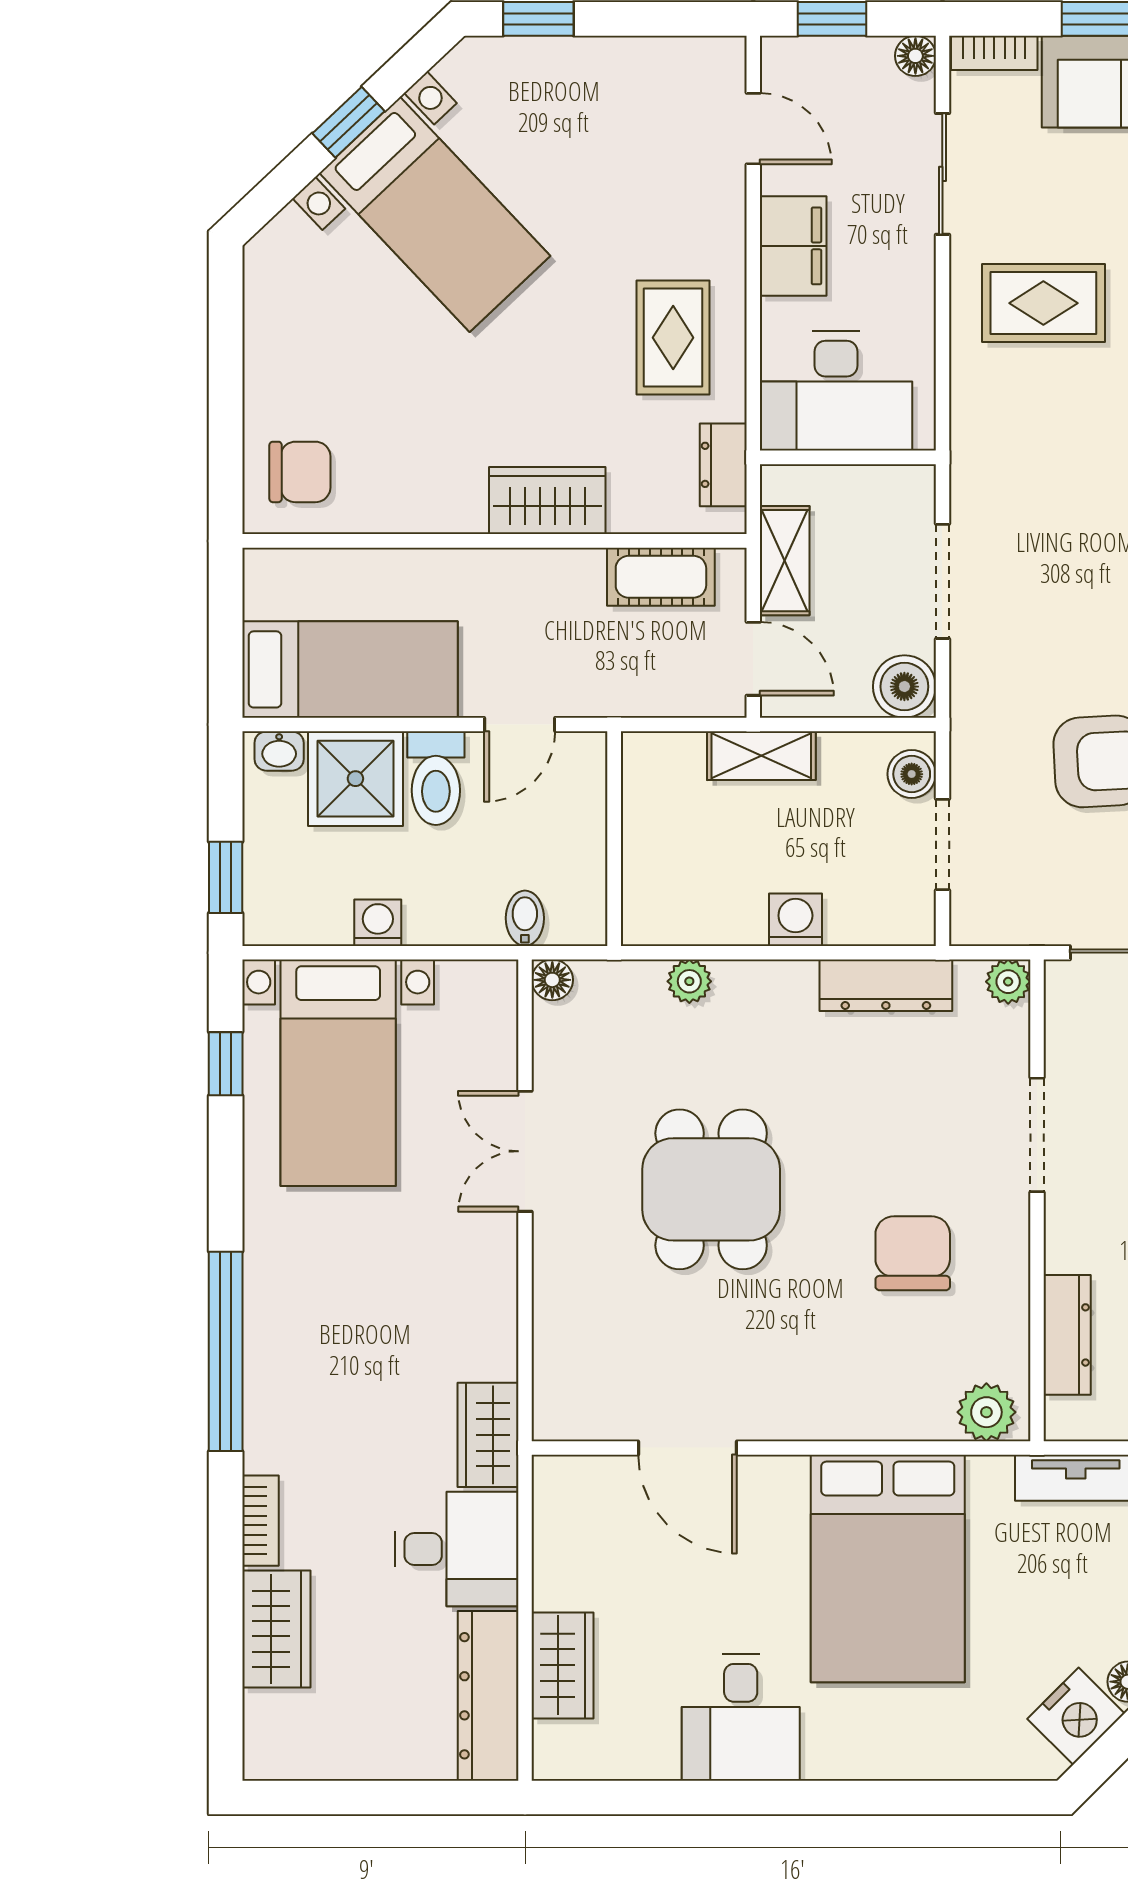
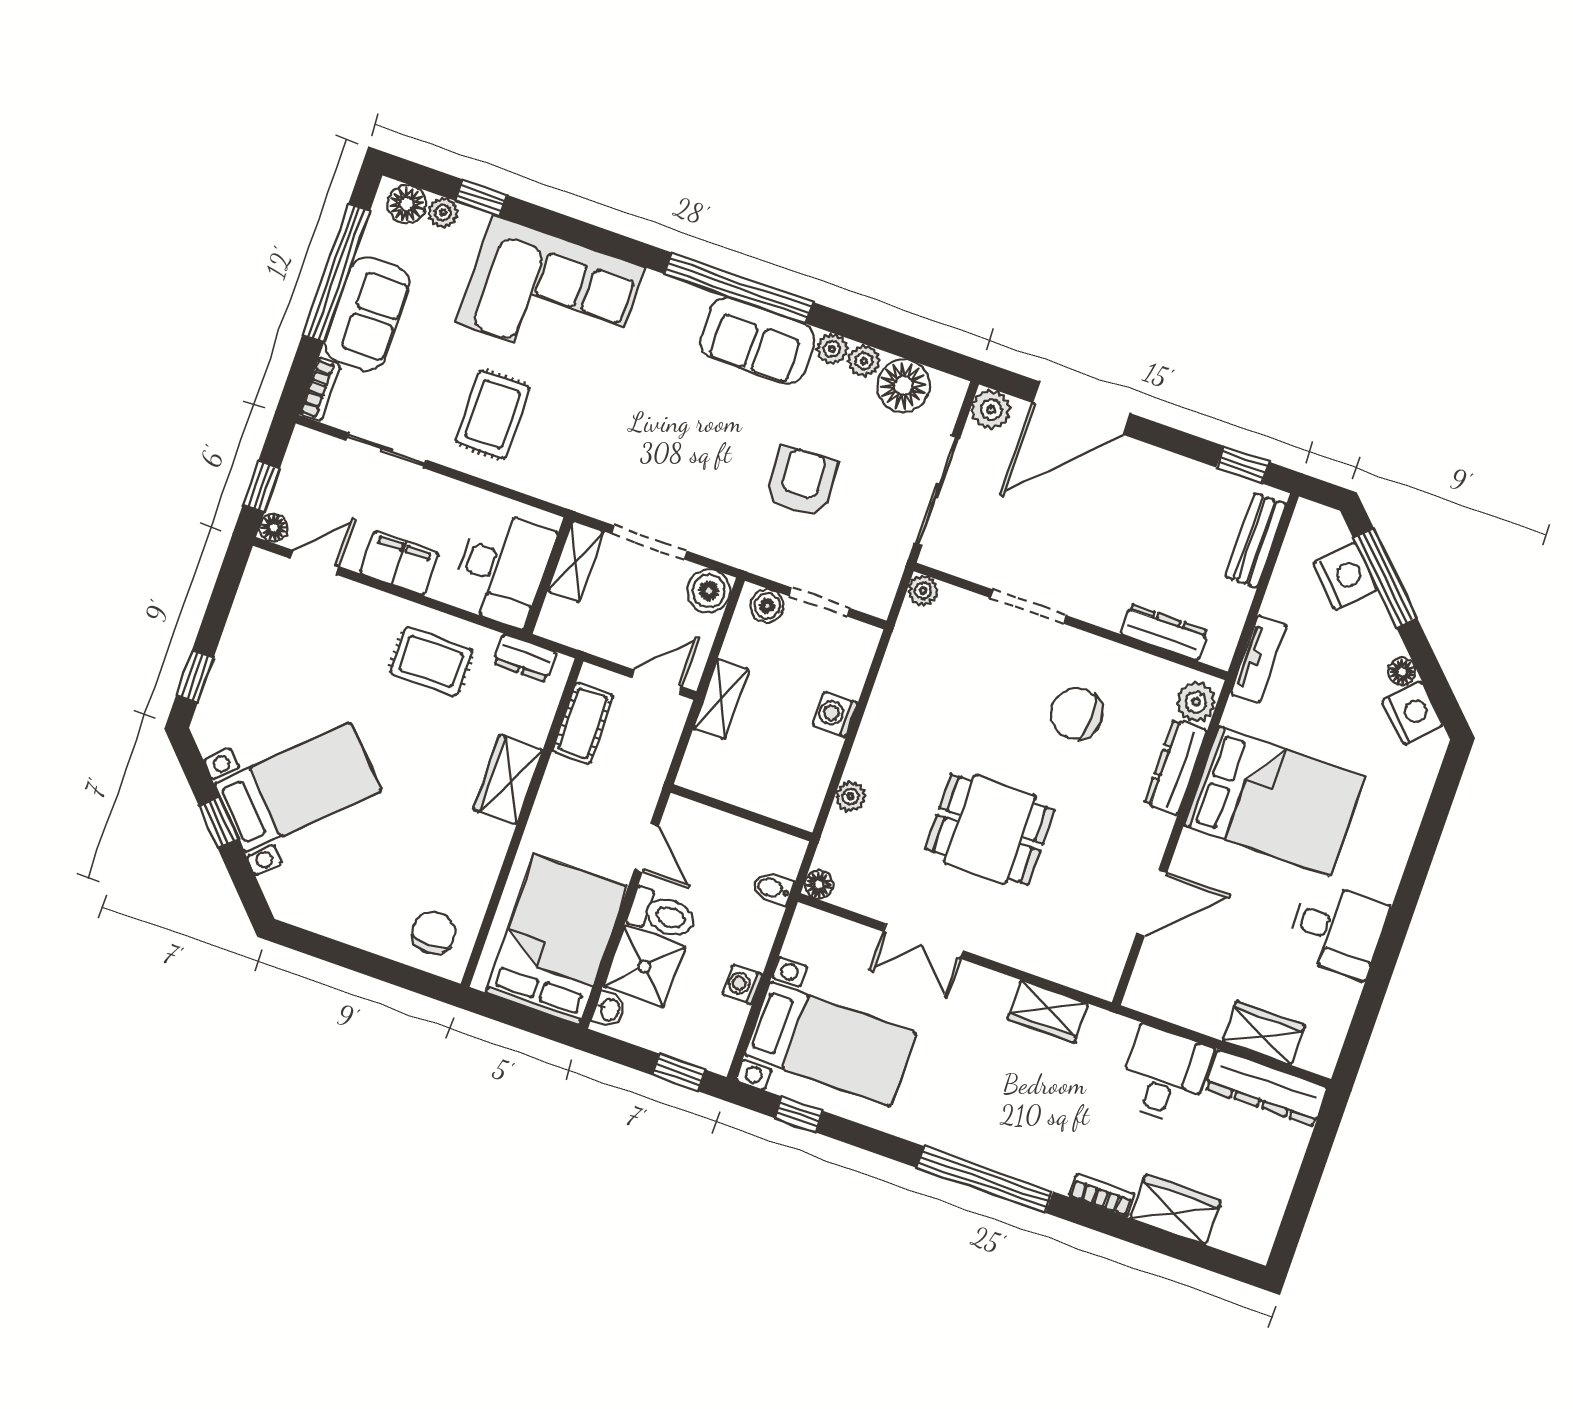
floor lamp: (915, 56) -> (274, 528), moved
shelving: (785, 561) -> (576, 561), moved, turned 90
bed: (350, 669) -> (557, 940), width x1.50
dresser: (886, 985) -> (1176, 767), moved, turned 180
wardrobe: (488, 1435) -> (1048, 1011), moved

